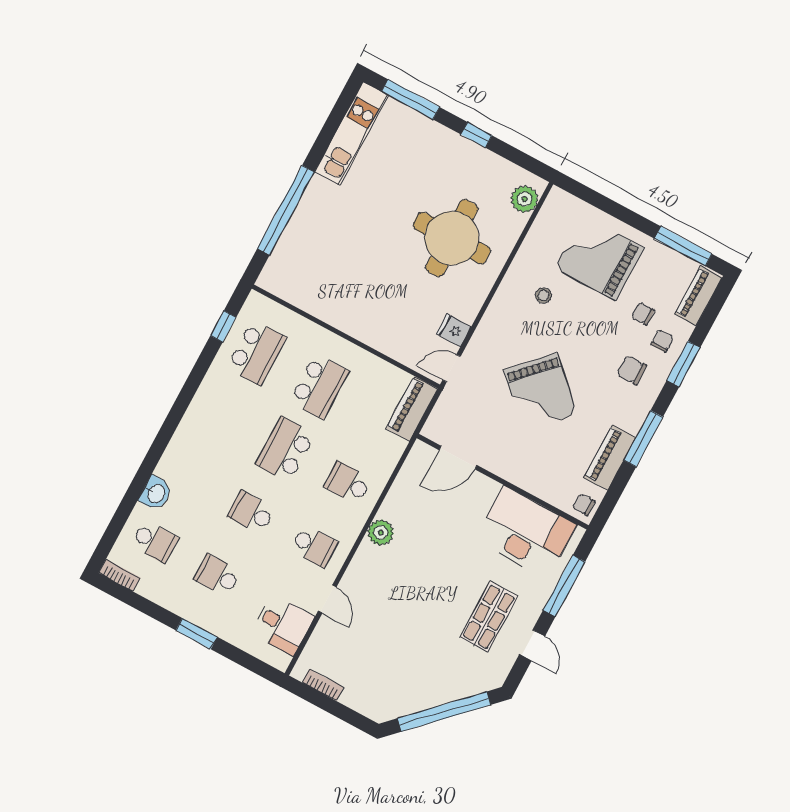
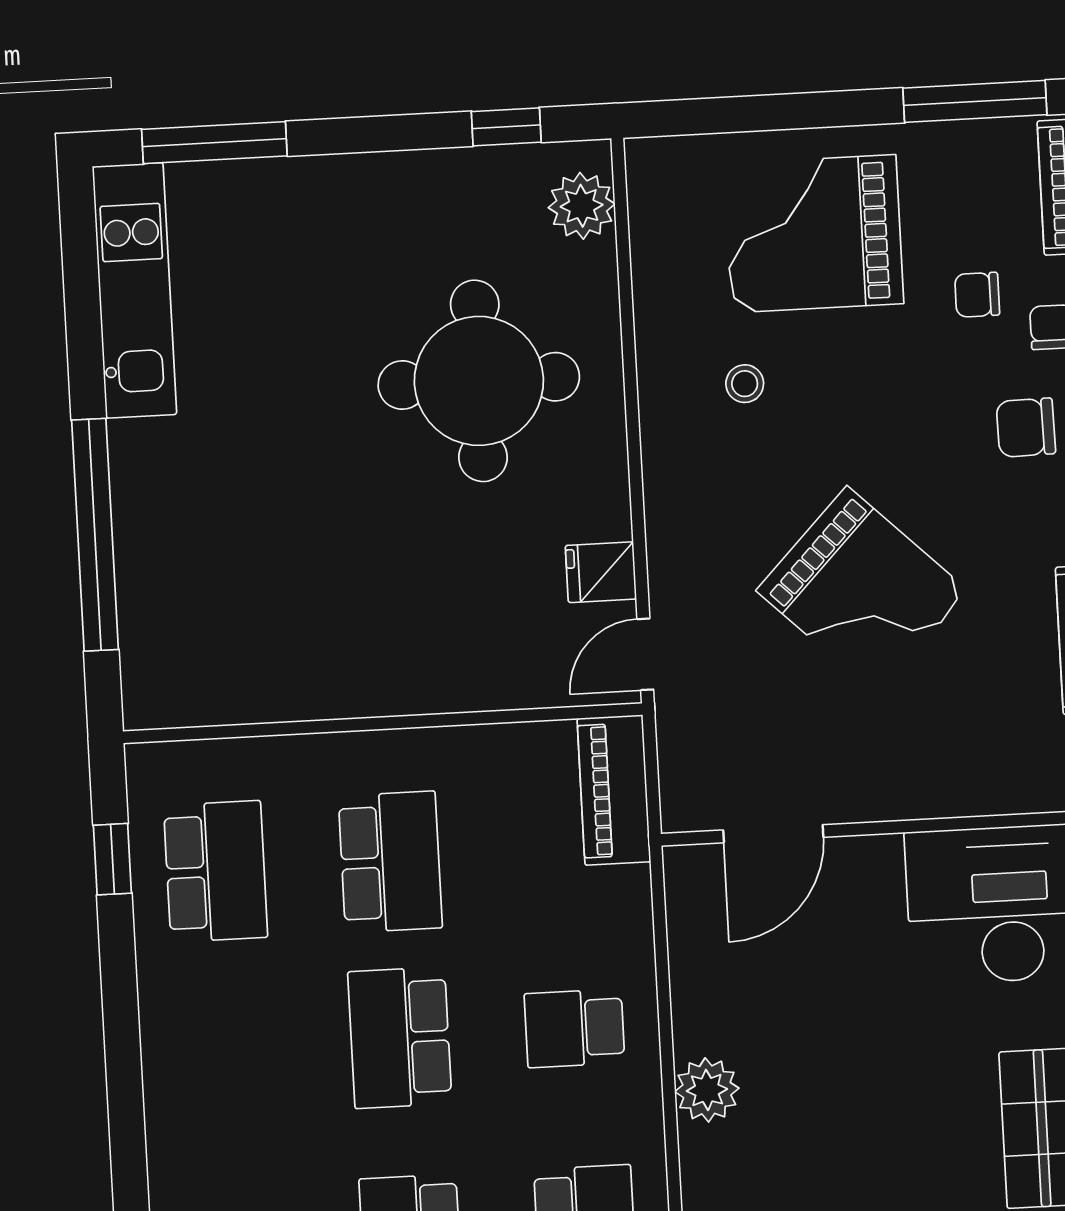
window: (476, 135) -> (506, 127), moved

